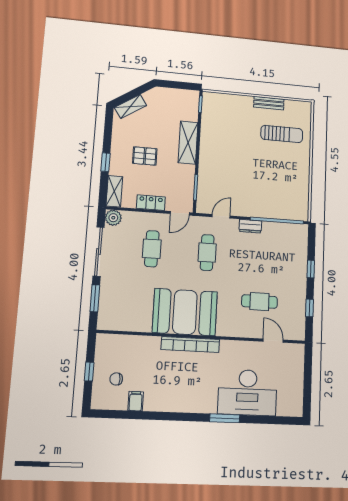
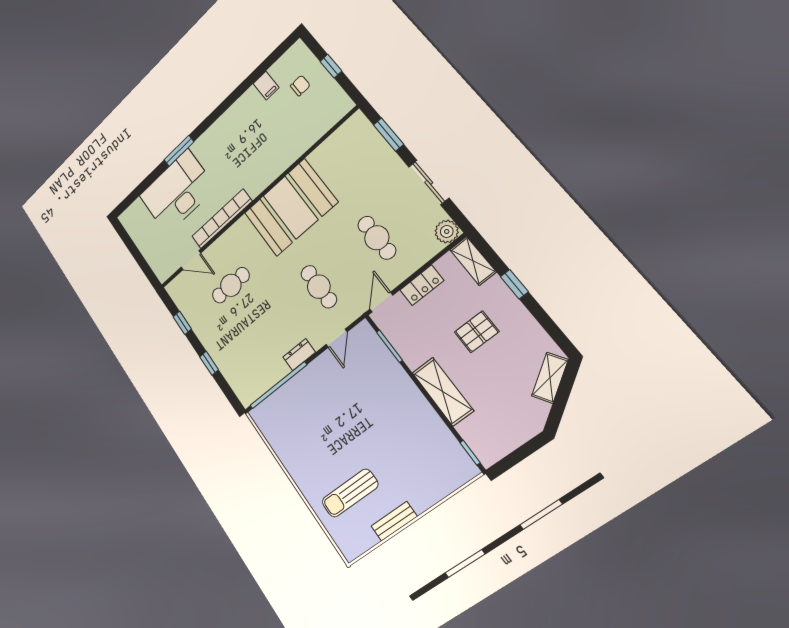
sliding door: (99, 251) -> (429, 182), width x0.73
bookcase: (190, 345) -> (222, 219), moved

